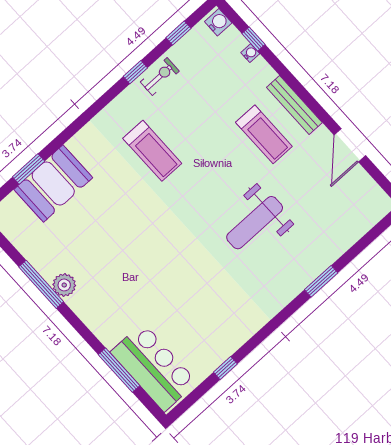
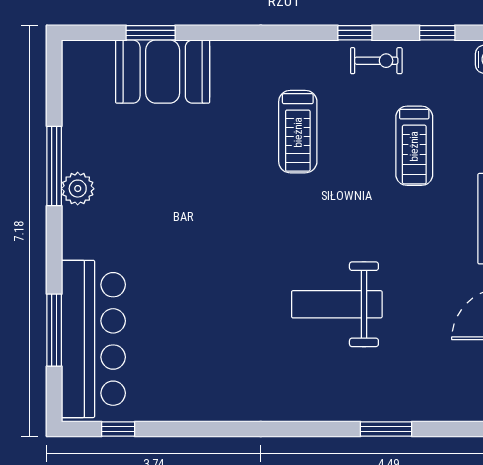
treadmill: (264, 134) -> (414, 146), moved
window: (321, 281) -> (386, 429), moved
bar counter: (154, 367) -> (93, 339), width x1.36
window: (225, 368) -> (118, 429), moved

